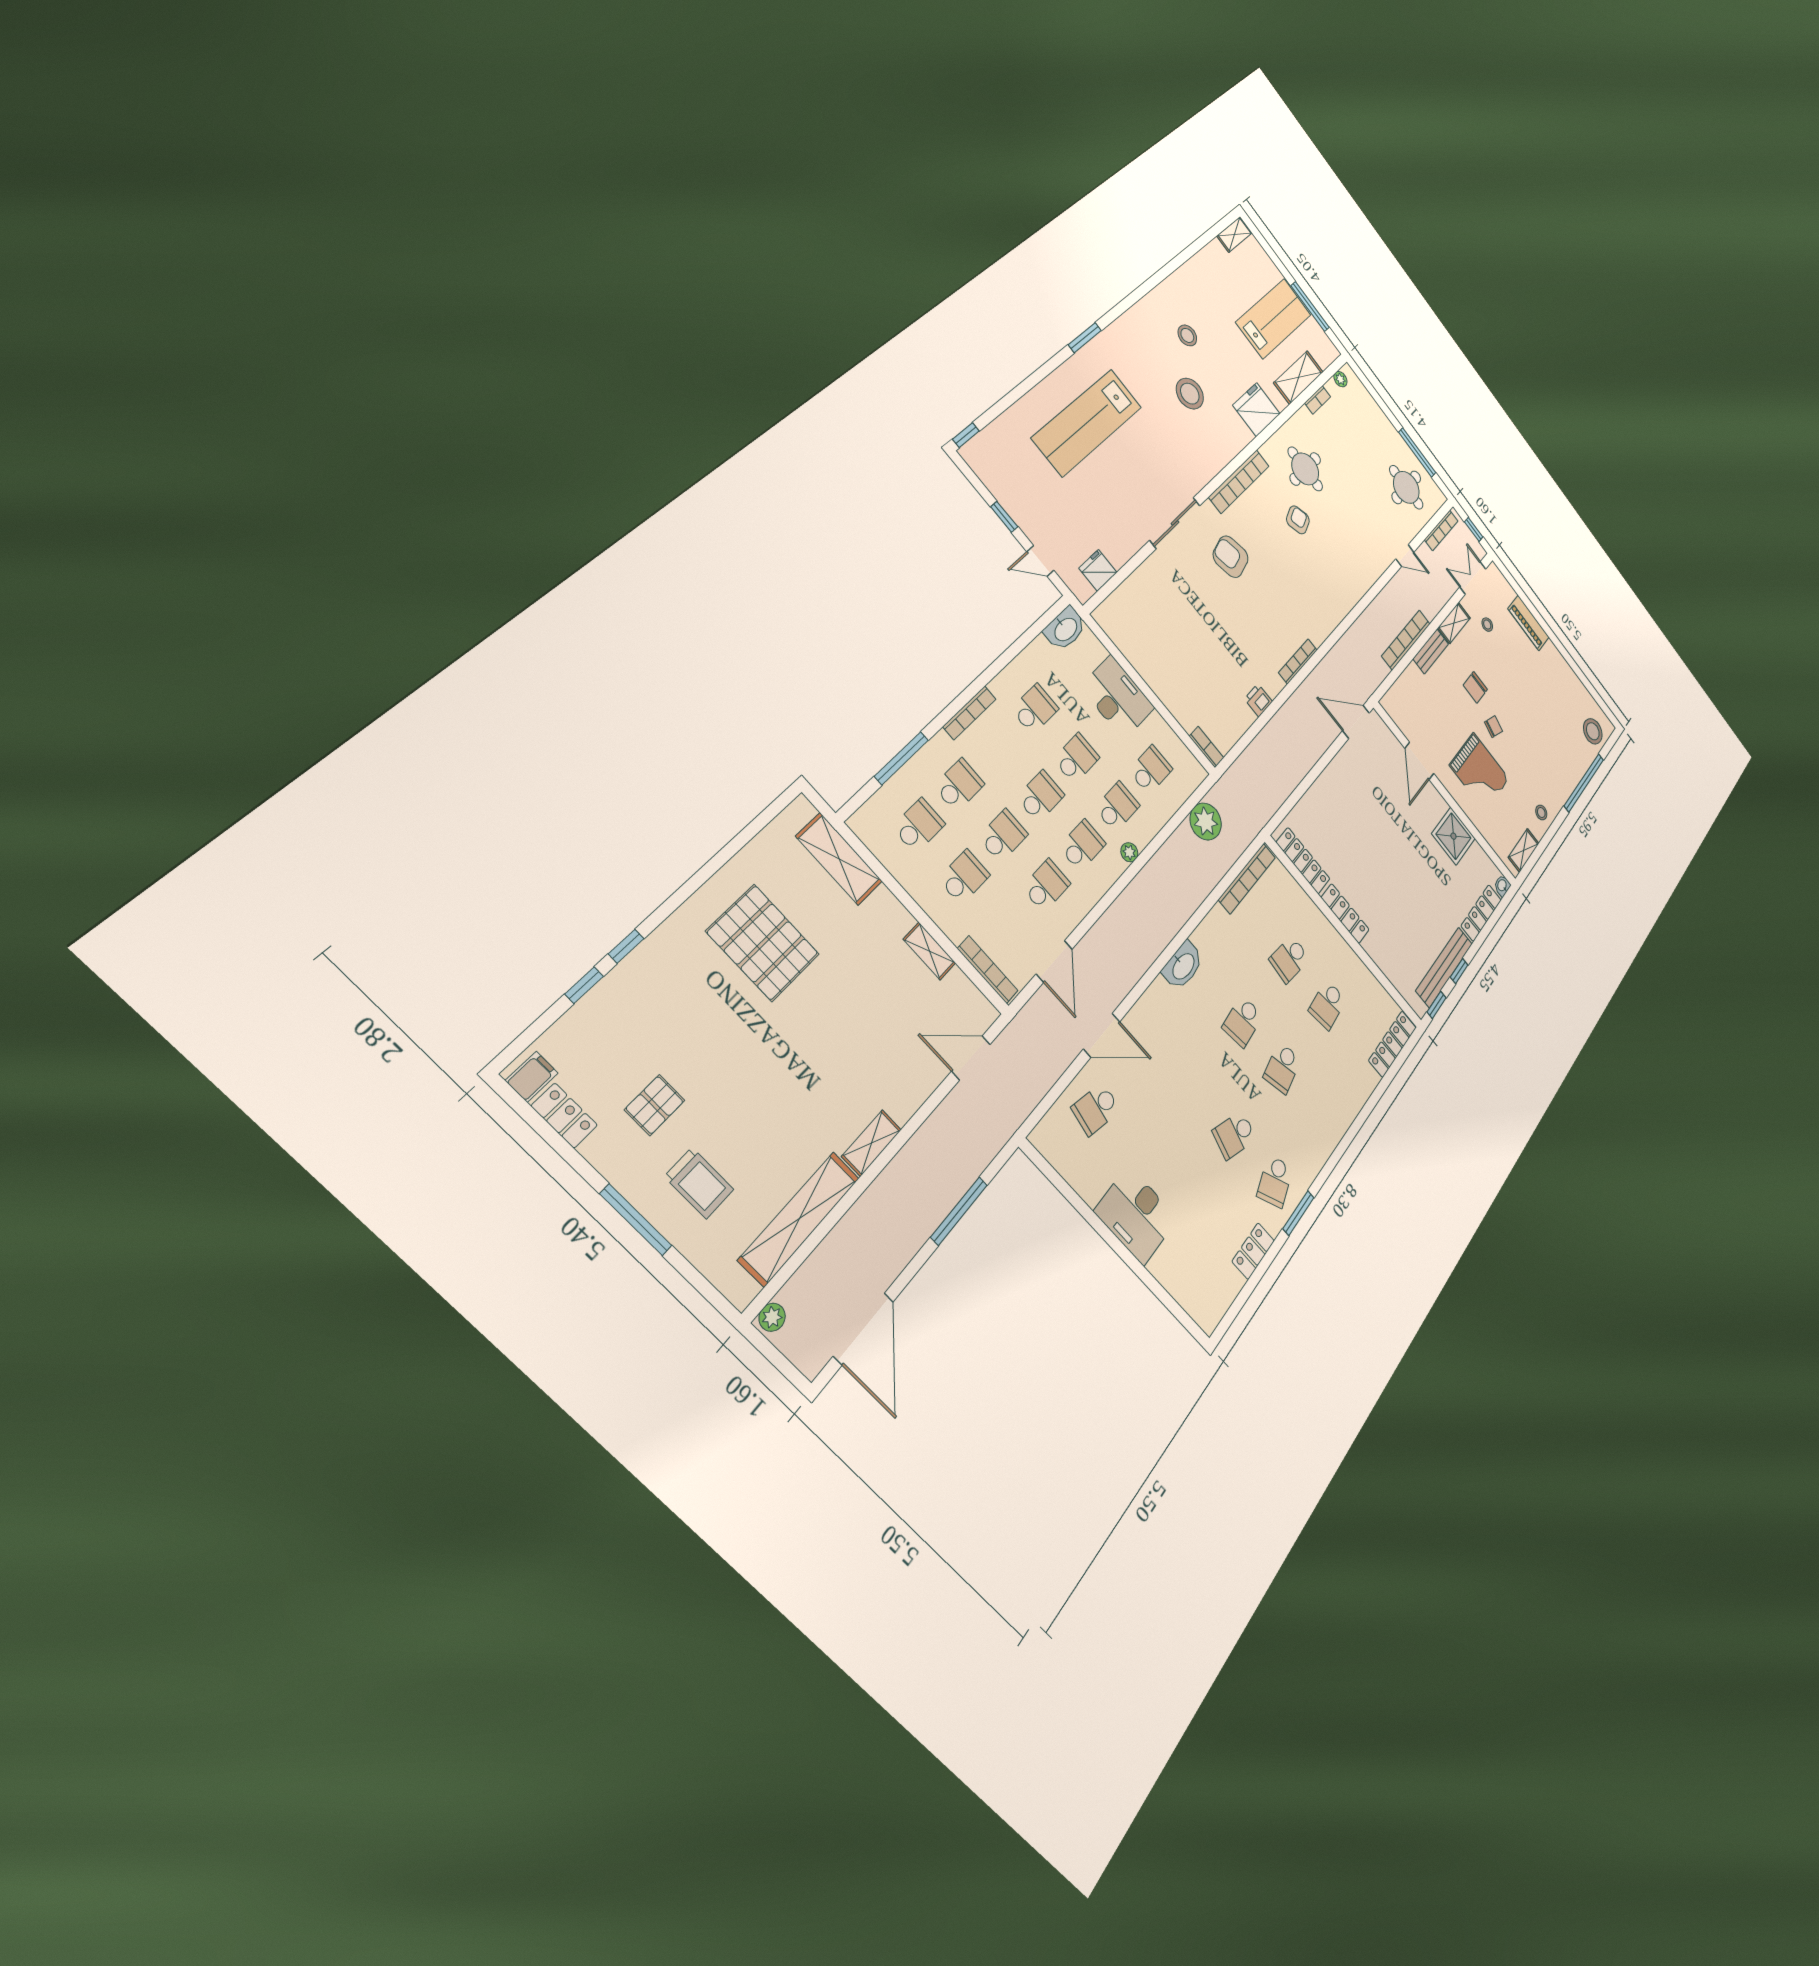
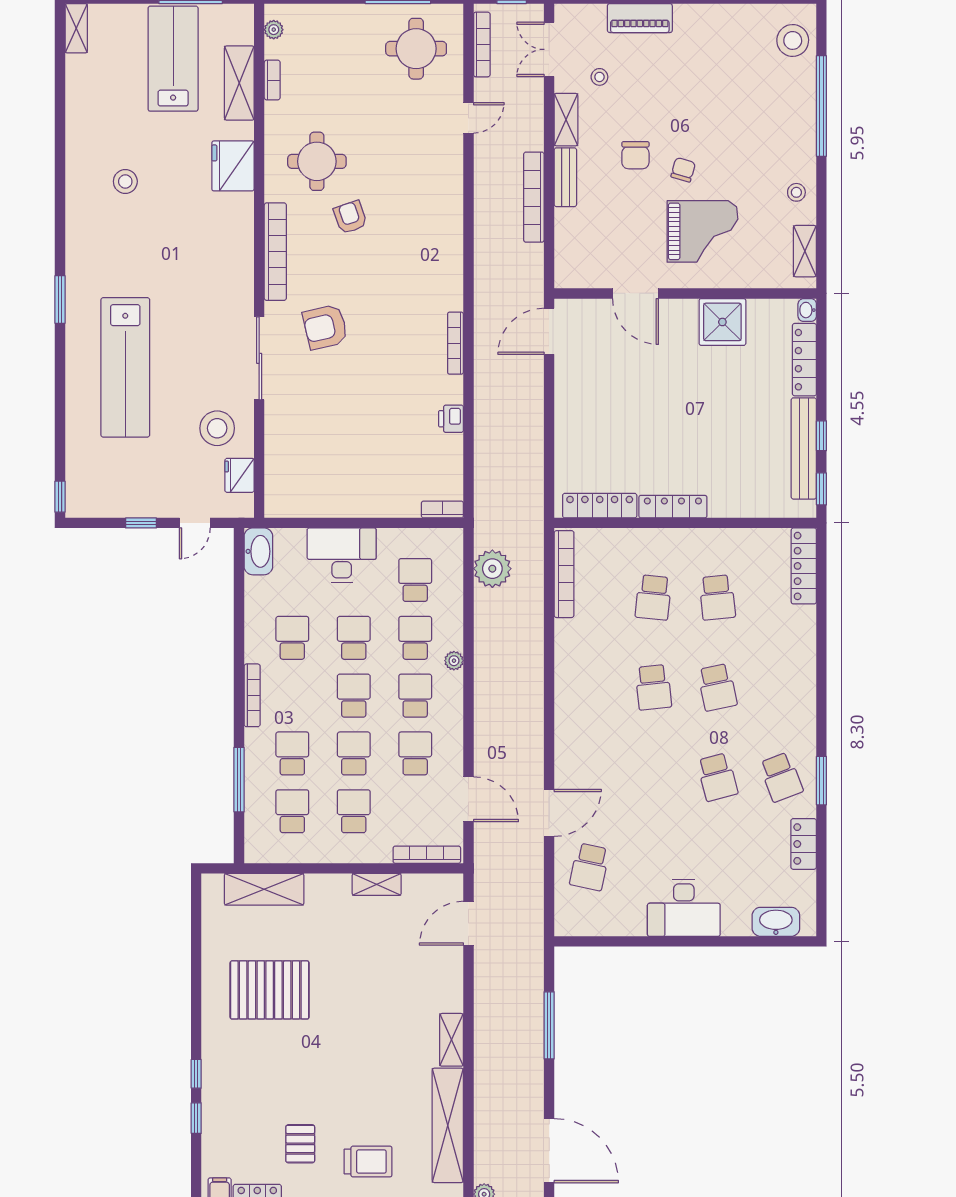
stool: (1190, 394) -> (217, 428), moved
washbasin: (1183, 966) -> (776, 922), moved, turned -90
school desk: (1234, 1135) -> (717, 777), turned -33

